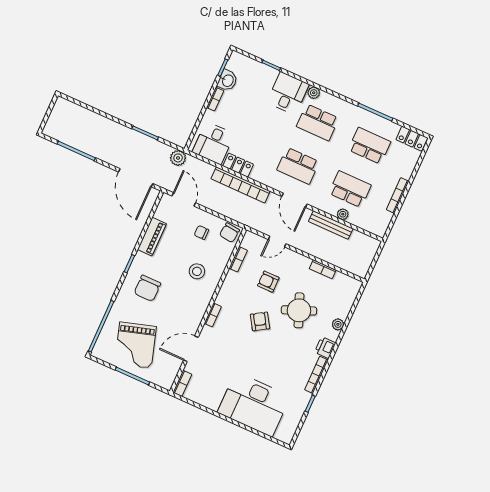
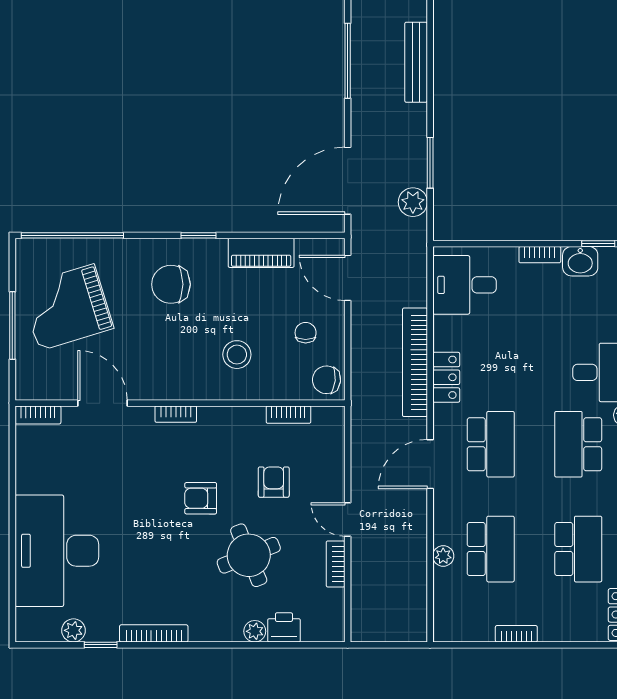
plant: (178, 158) -> (413, 202), moved
locker: (238, 165) -> (446, 377), moved
school desk: (298, 166) -> (491, 444), turned 180
bookcase: (398, 195) -> (516, 634), width x0.64
door: (184, 199) -> (348, 278), swing flipped
bench: (331, 225) -> (416, 62), moved
door: (277, 242) -> (348, 519), moved
armchair: (260, 321) -> (201, 498), turned -148
printer: (325, 348) -> (284, 627), moved
plant: (297, 414) -> (73, 630), added

